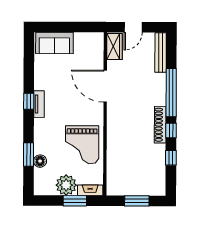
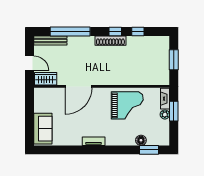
window: (171, 93) -> (70, 32), moved
window: (29, 101) -> (91, 150), removed
window: (29, 155) -> (149, 150), moved
plant: (66, 185) -> (165, 114), width x0.53, depth x0.53

